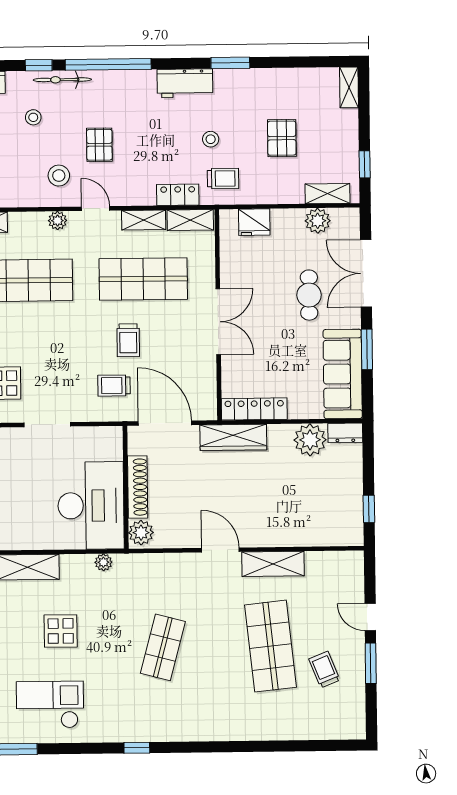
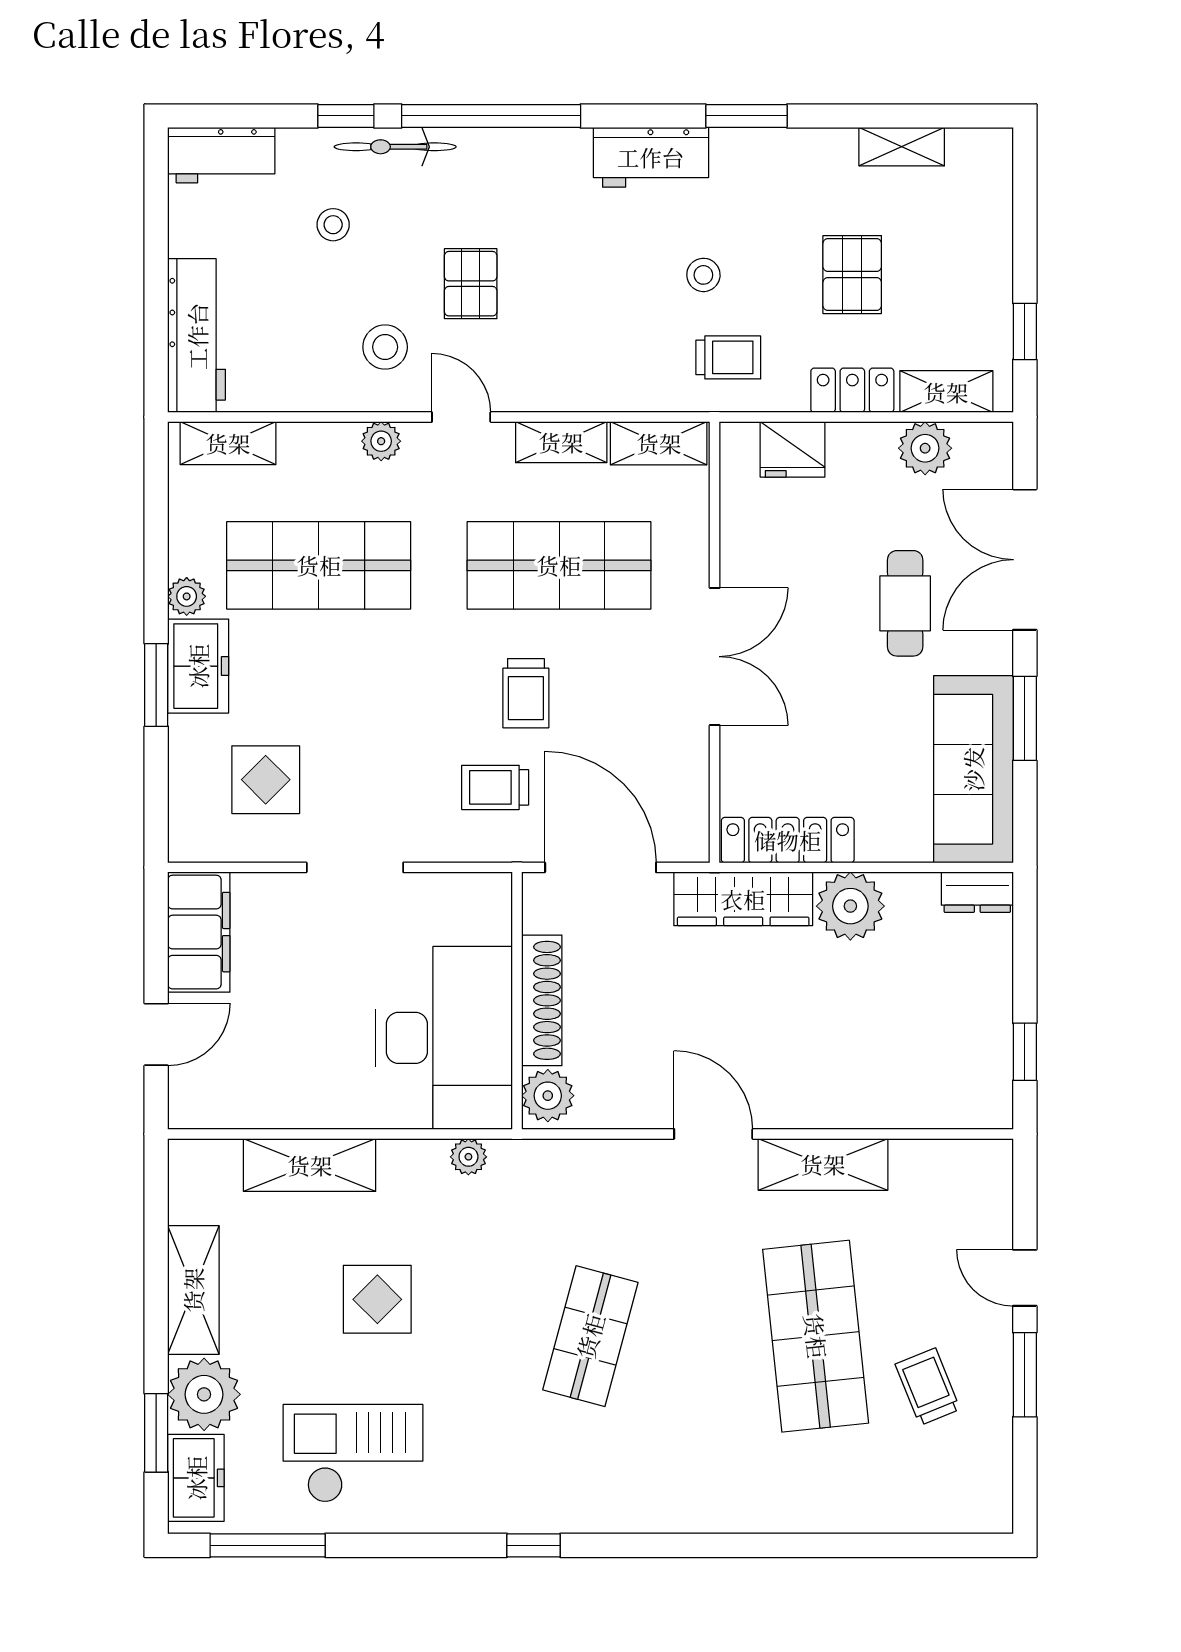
shelving: (349, 87) -> (902, 147), moved, turned 90
locker: (178, 195) -> (852, 390), moved
plant: (310, 440) -> (850, 906), moved

